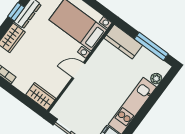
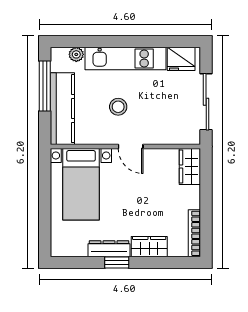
kitchen counter: (123, 42) -> (62, 109), width x1.50
stool: (107, 80) -> (118, 107), added

